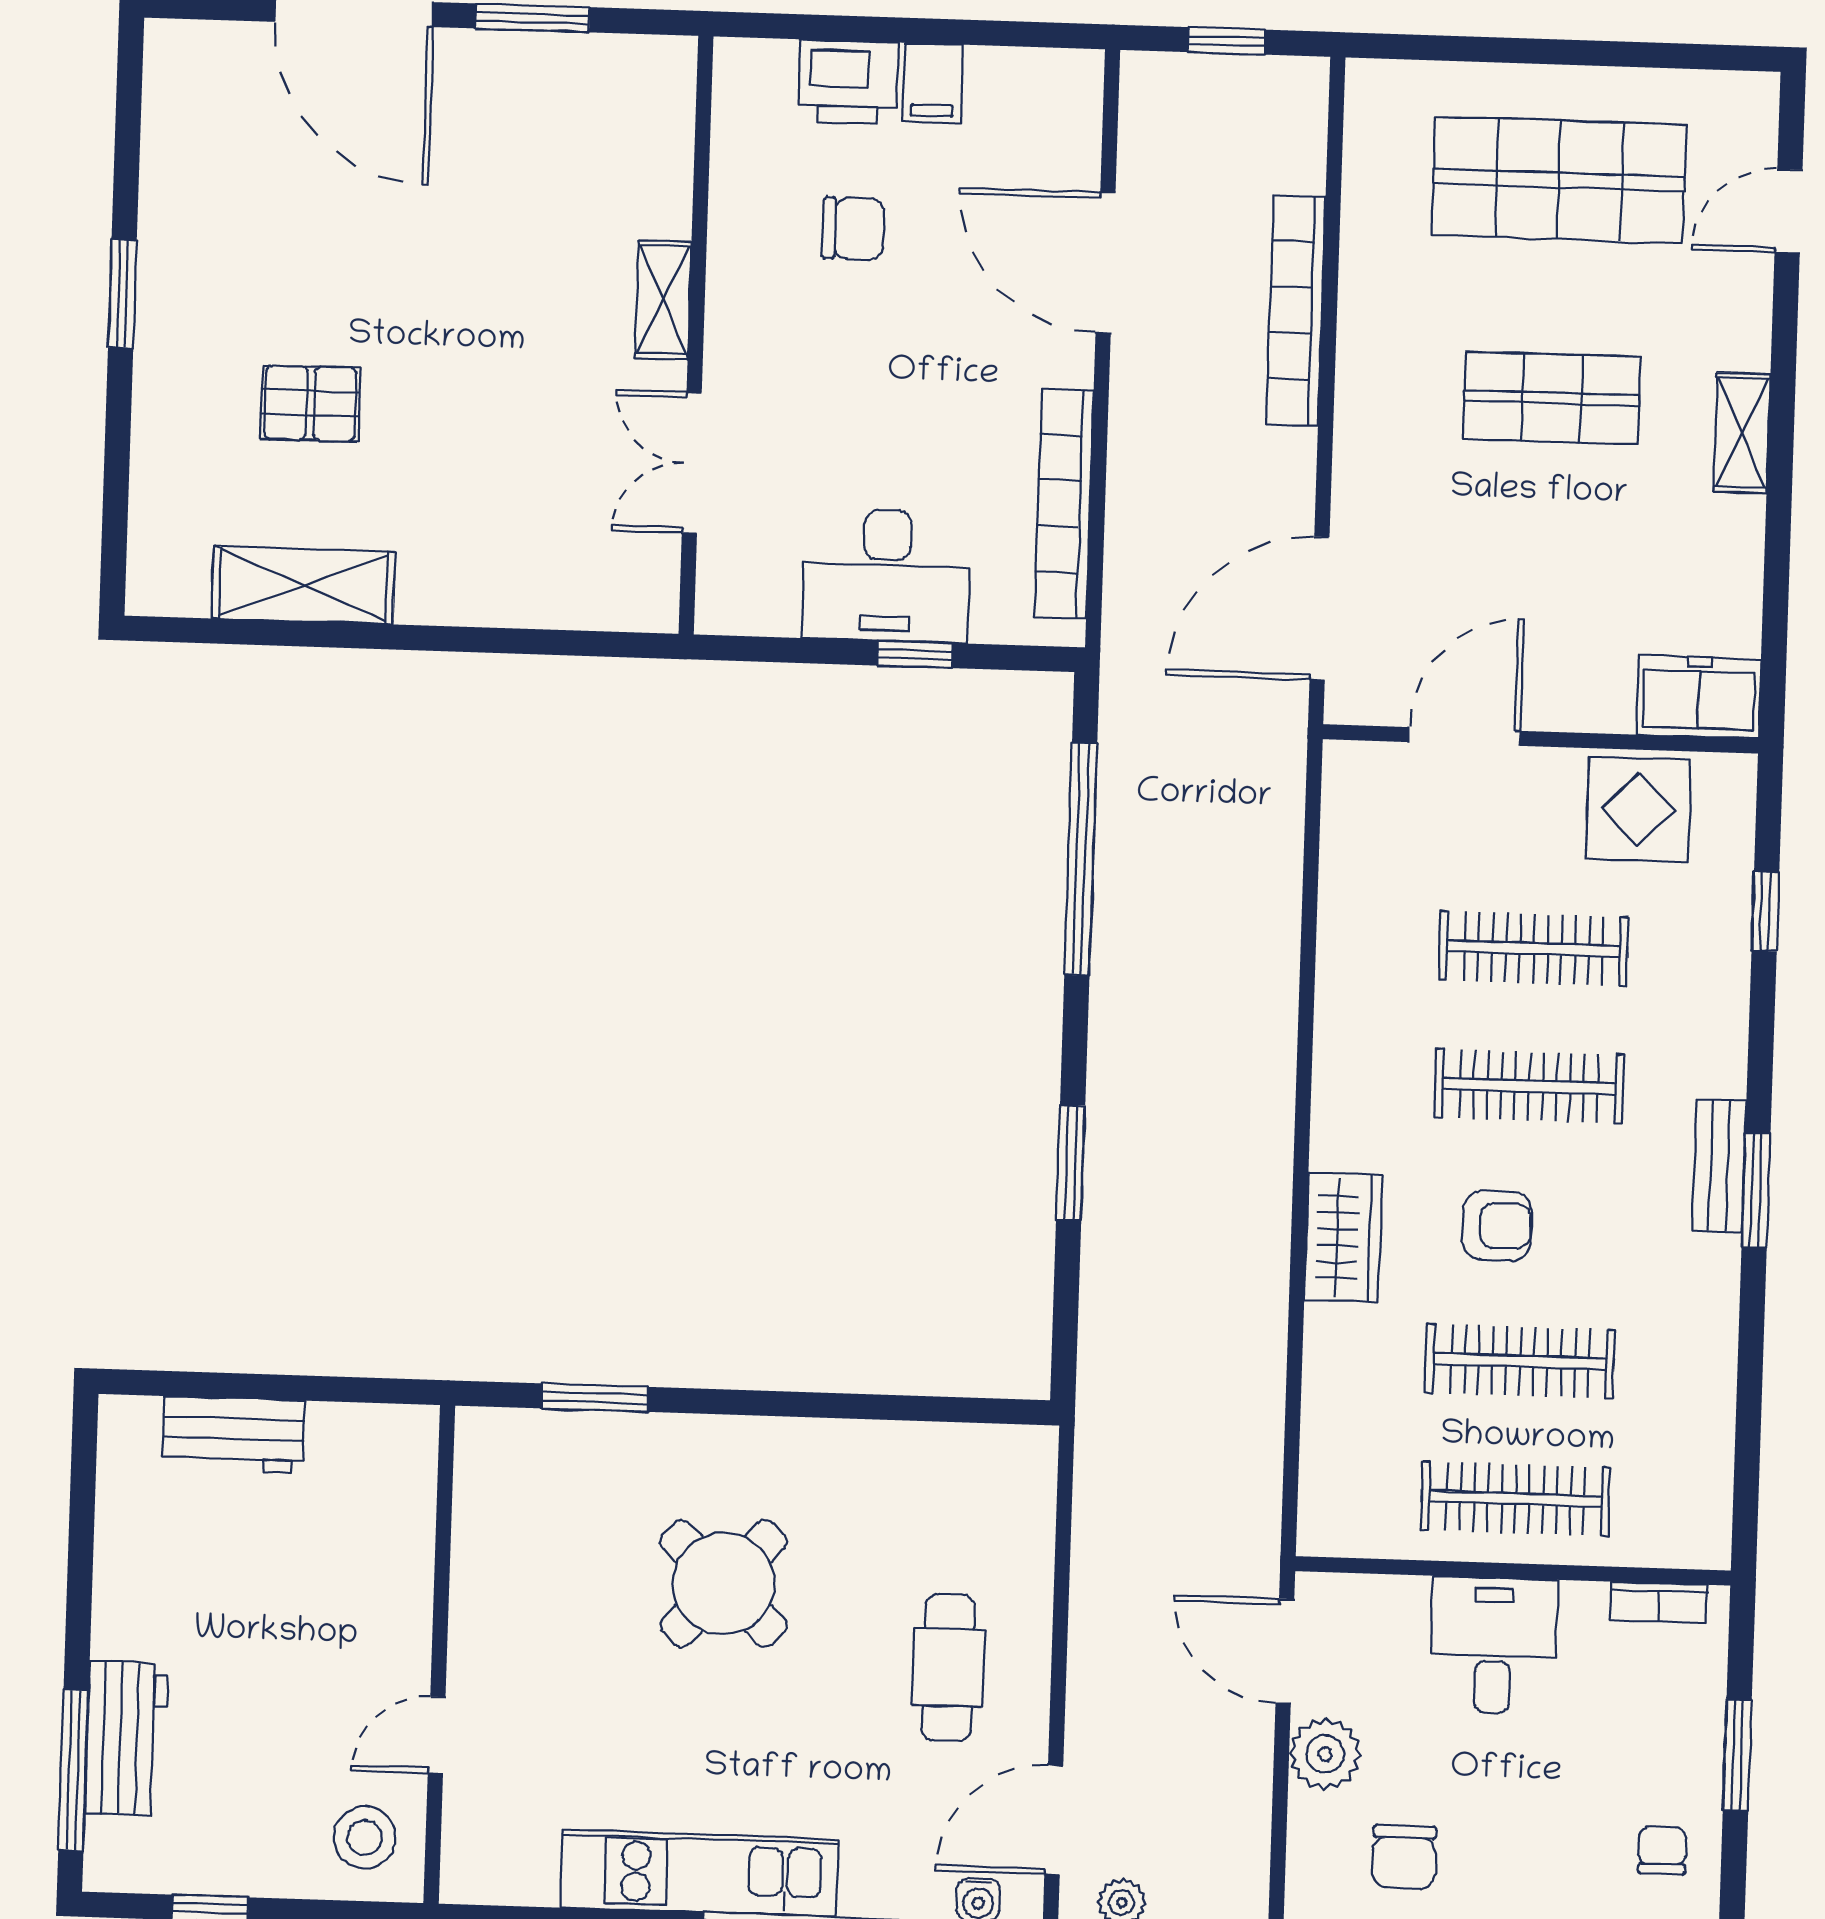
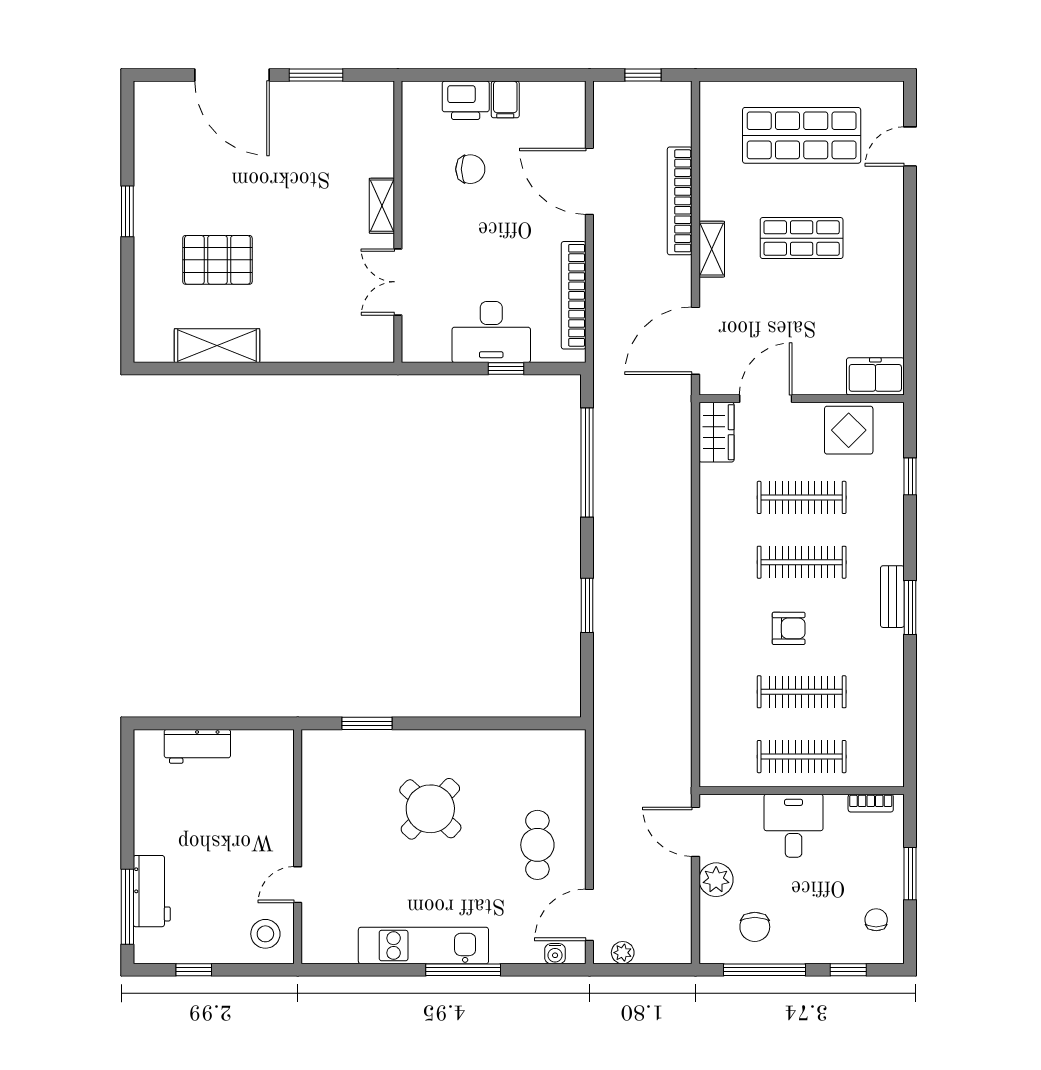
pallet: (310, 403) -> (217, 260), width x1.50, depth x1.42
shelving: (1742, 433) -> (712, 249), moved
wardrobe: (1343, 1237) -> (716, 432), moved

